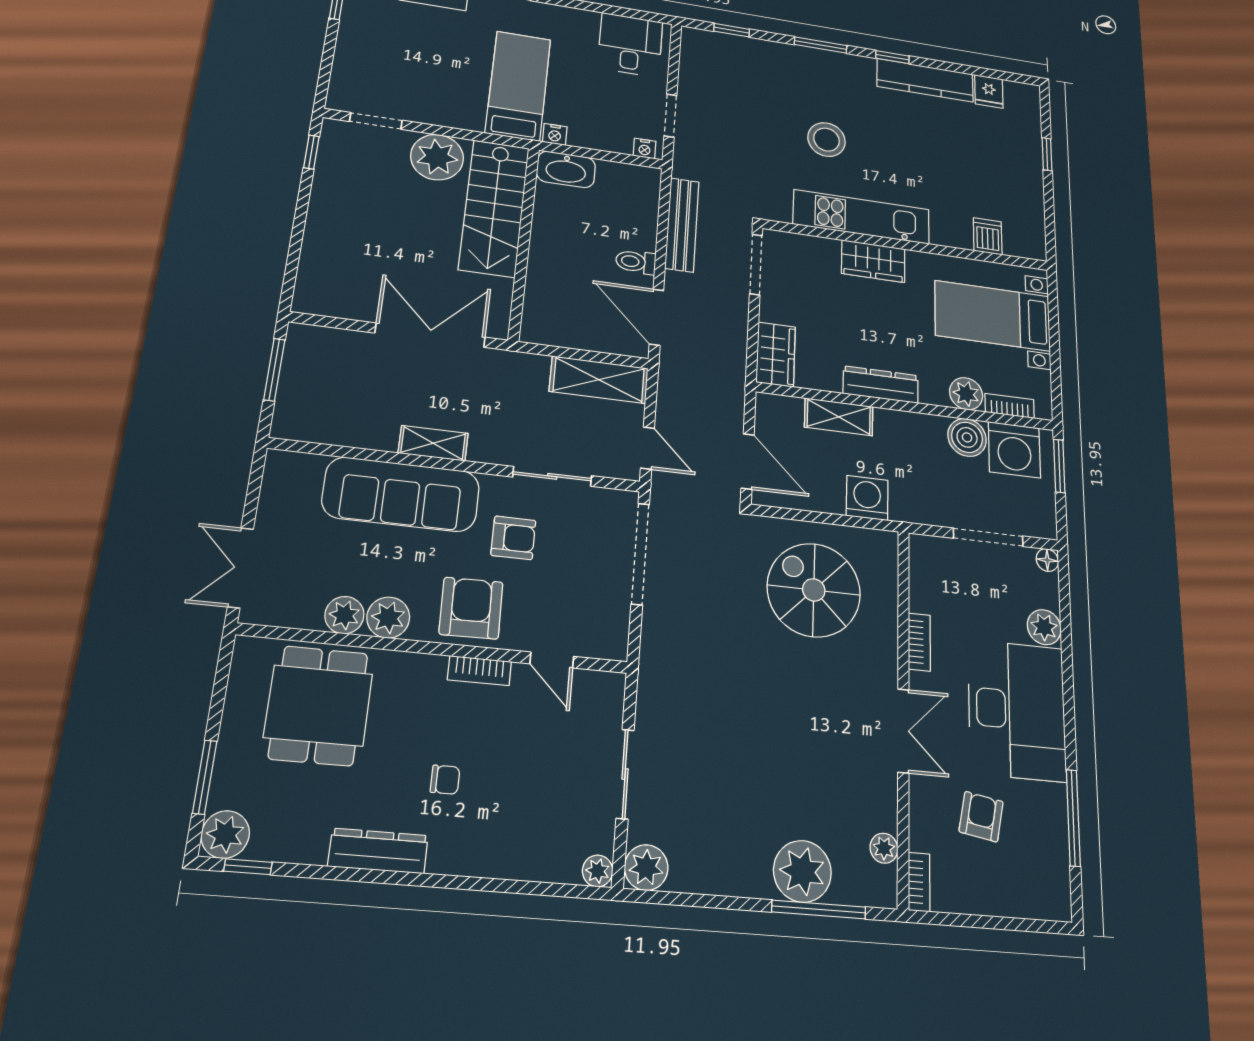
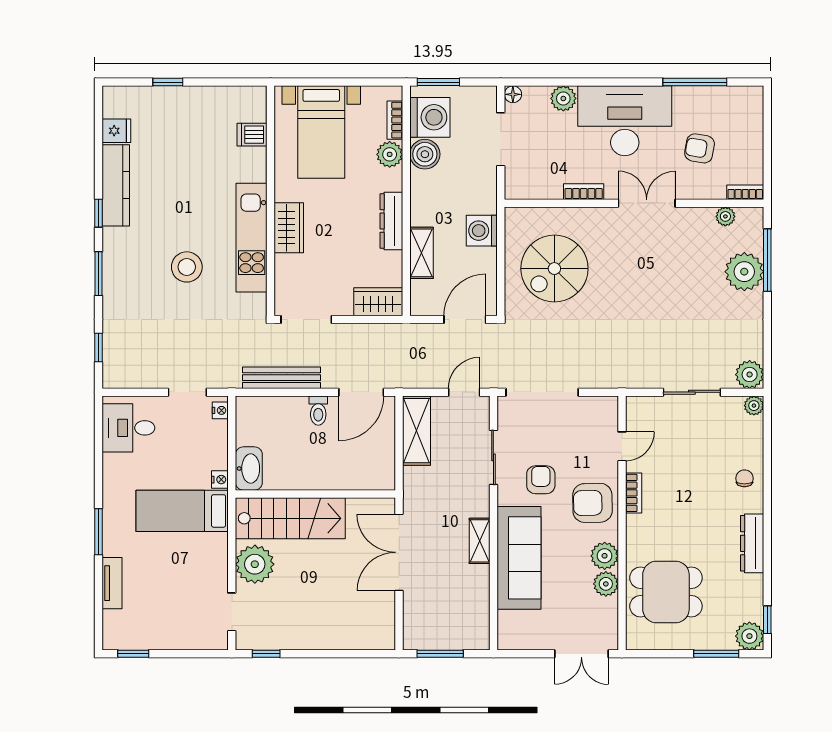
chair: (445, 780) -> (744, 478), moved

